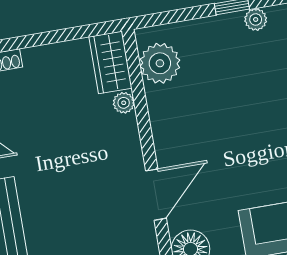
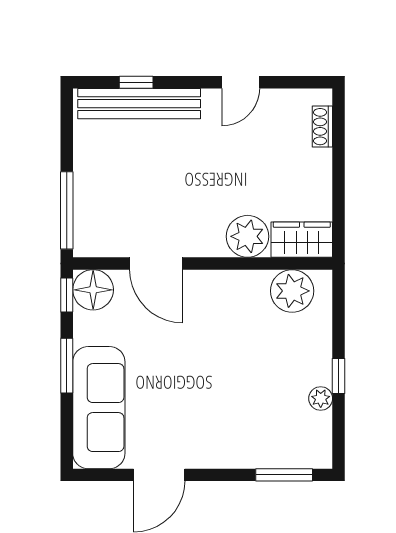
plant: (124, 103) -> (248, 236), width x1.88, depth x1.88

